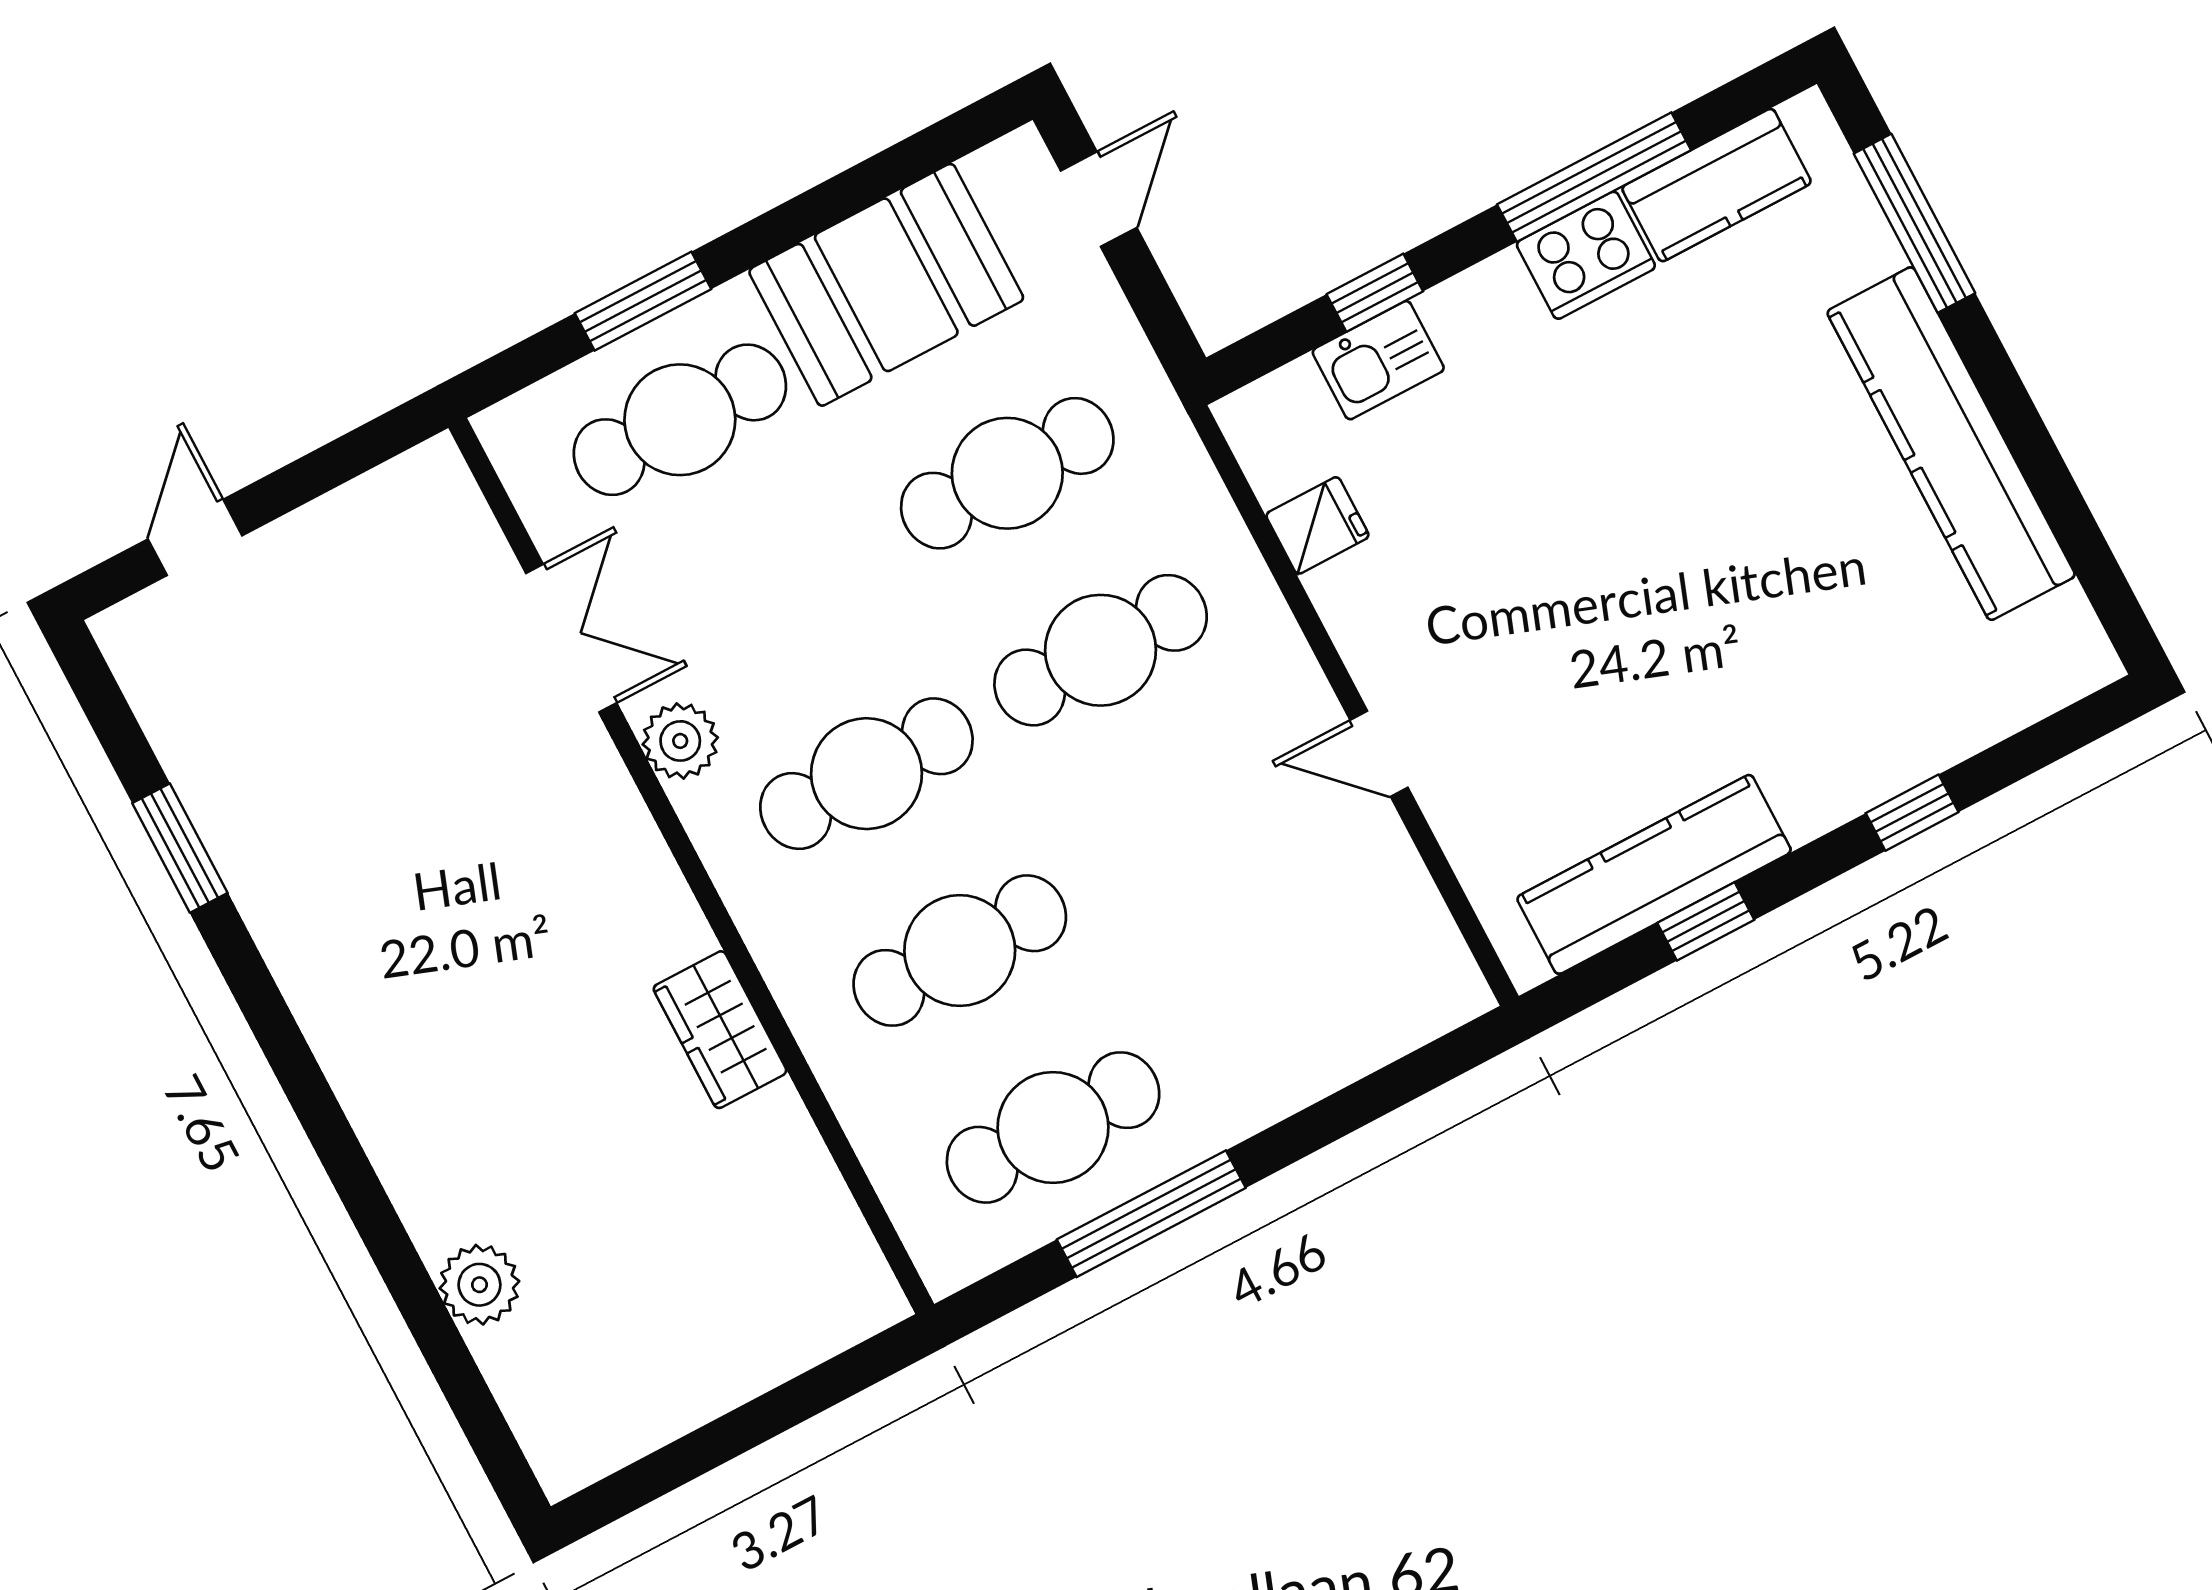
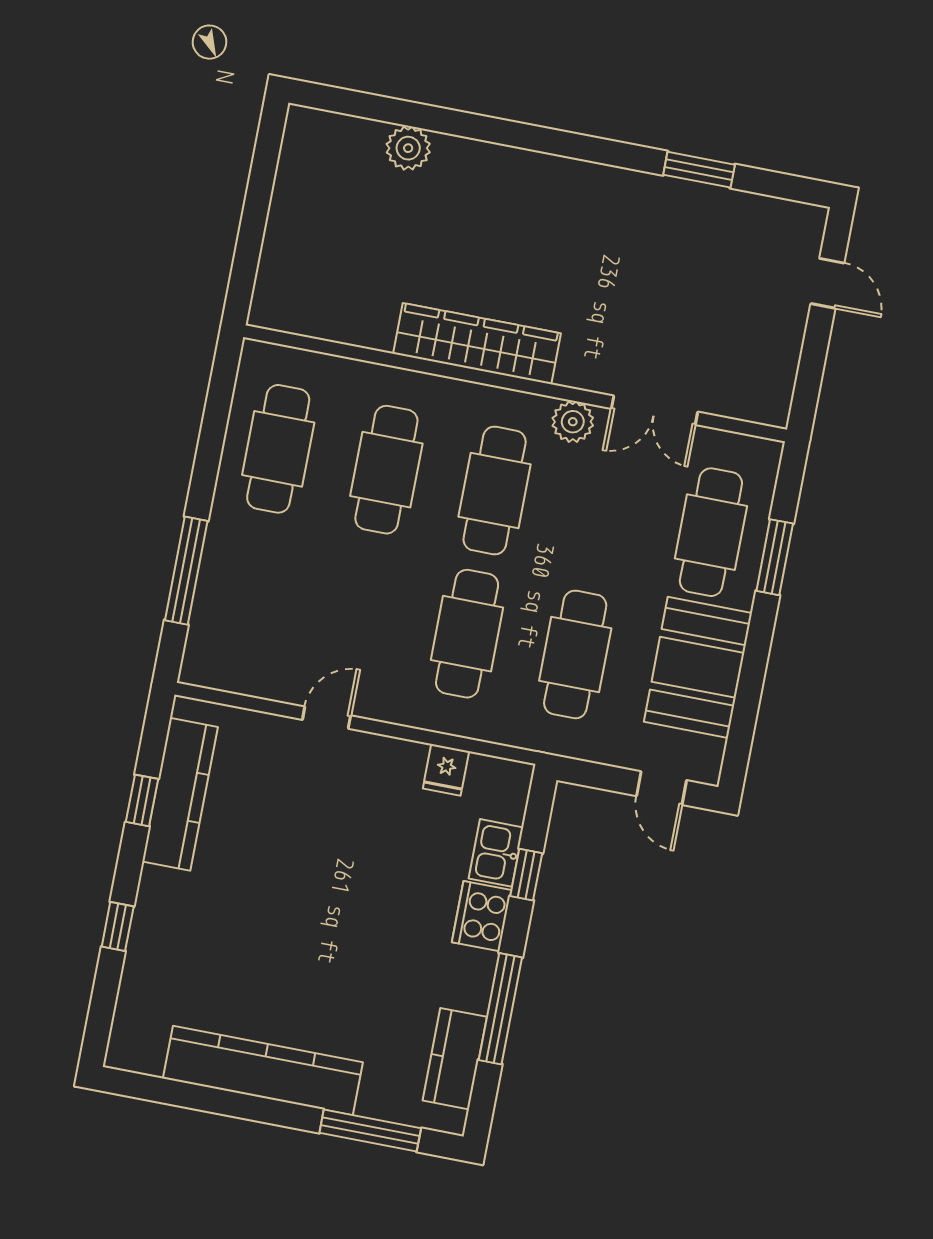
cooker: (1586, 255) -> (482, 916), moved
wardrobe: (720, 1030) -> (477, 344), width x2.10, depth x1.17
window: (1151, 1214) -> (186, 571), moved

